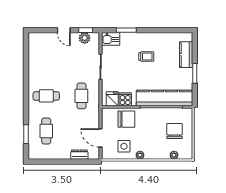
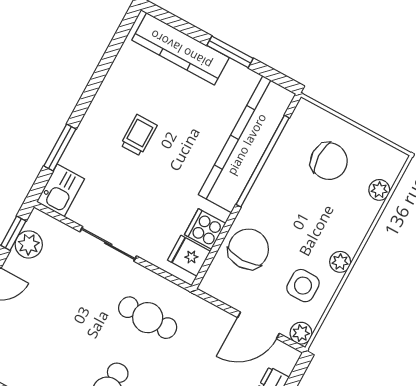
kitchen counter: (186, 55) -> (181, 49), width x1.50
chair: (174, 131) -> (329, 161), turned 180
plant: (106, 155) -> (301, 333), added

